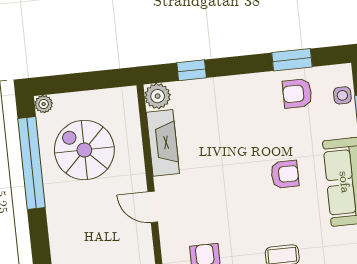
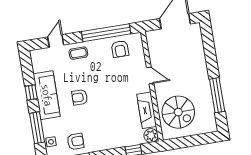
plant: (44, 104) -> (212, 127), removed
spiral stairs: (84, 150) -> (178, 112), moved
window: (32, 163) -> (217, 95), width x0.68

